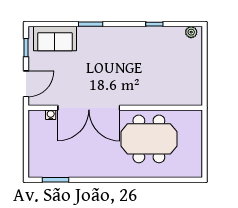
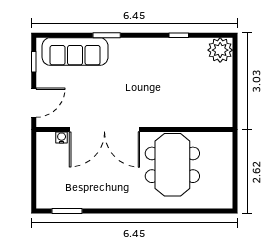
plant: (191, 32) -> (220, 50), width x1.88, depth x1.88
sofa: (55, 39) -> (75, 52), width x1.36
meeting table: (149, 139) -> (172, 165), turned 90

